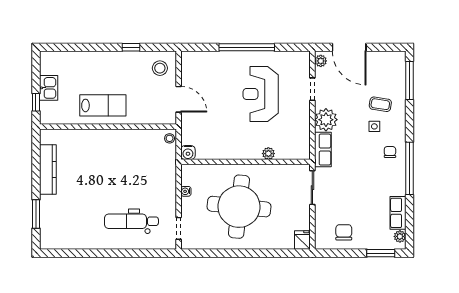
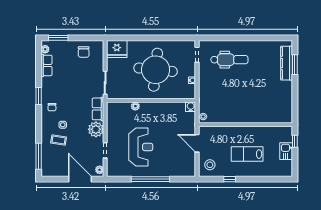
lab bench: (103, 105) -> (247, 154), moved
window: (409, 168) -> (39, 96), width x0.47
kitchen counter: (48, 170) -> (287, 63), moved
fridge: (302, 240) -> (117, 49), width x1.88, depth x1.34

